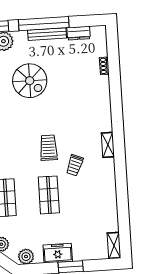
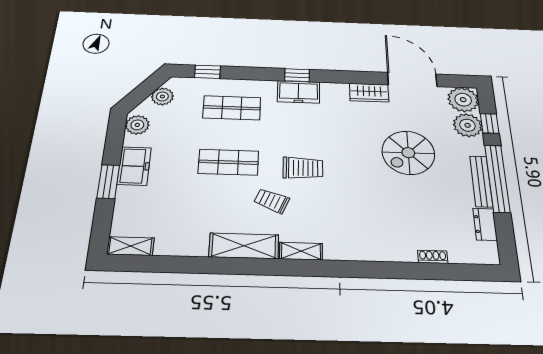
shelving: (108, 179) -> (244, 246), added

